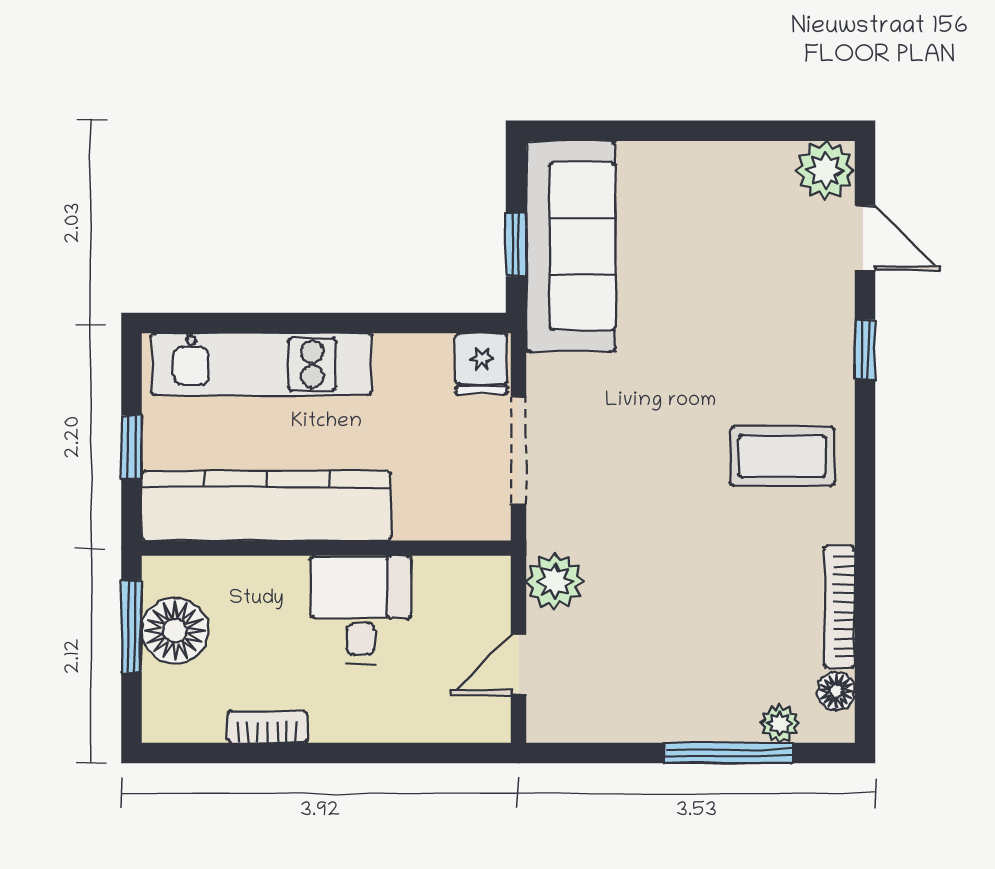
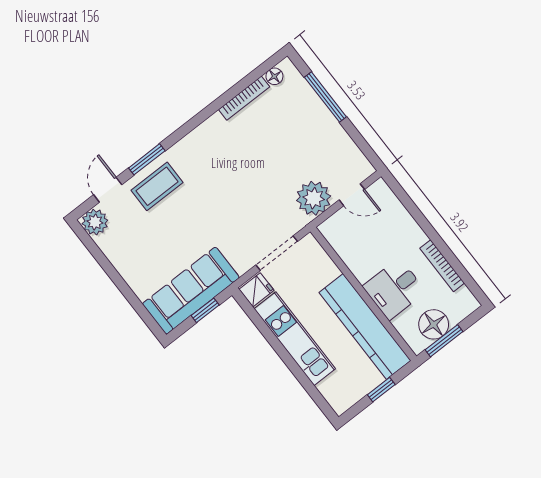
window: (865, 349) -> (147, 159), width x1.50
kitchen unit: (261, 364) -> (295, 339), moved
coffee table: (782, 456) -> (157, 186), moved, turned 90
plant: (555, 581) -> (314, 198), width x1.36, depth x1.36
desk: (361, 610) -> (394, 289), moved
plant: (780, 723) -> (301, 87), removed
bookcase: (267, 727) -> (442, 266), width x1.56

